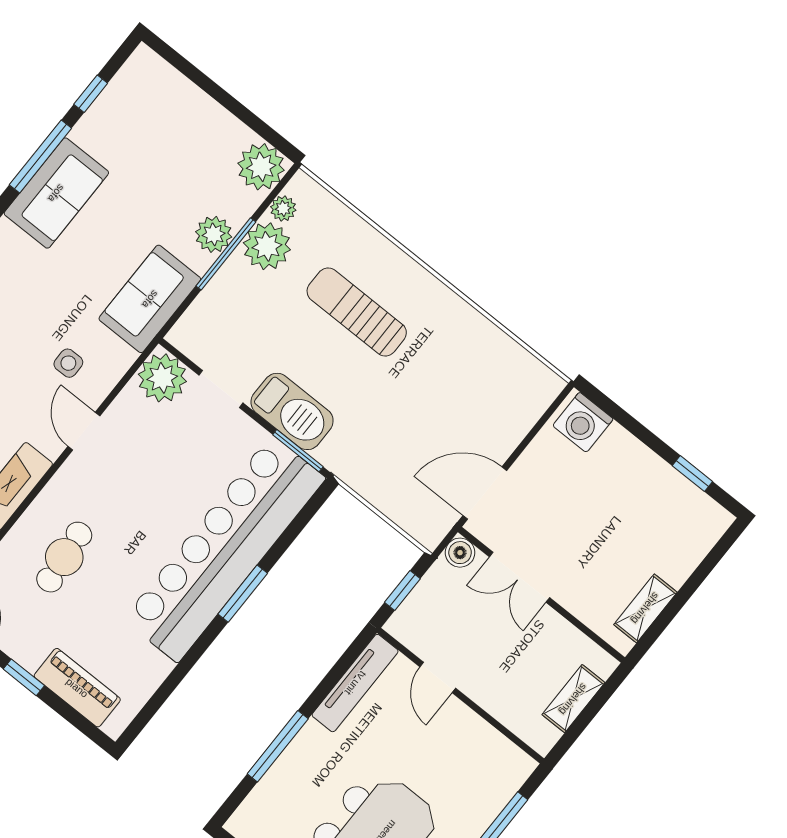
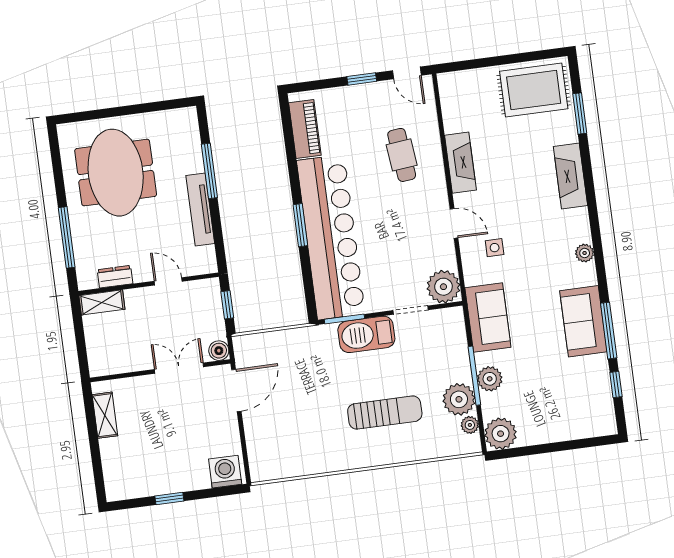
window: (692, 474) -> (169, 498), moved
tv unit: (355, 683) -> (200, 210), moved
piano: (77, 688) -> (305, 129), moved, turned -90
shelving: (573, 699) -> (102, 302), moved, turned 90
dresser: (487, 739) -> (115, 277), added

